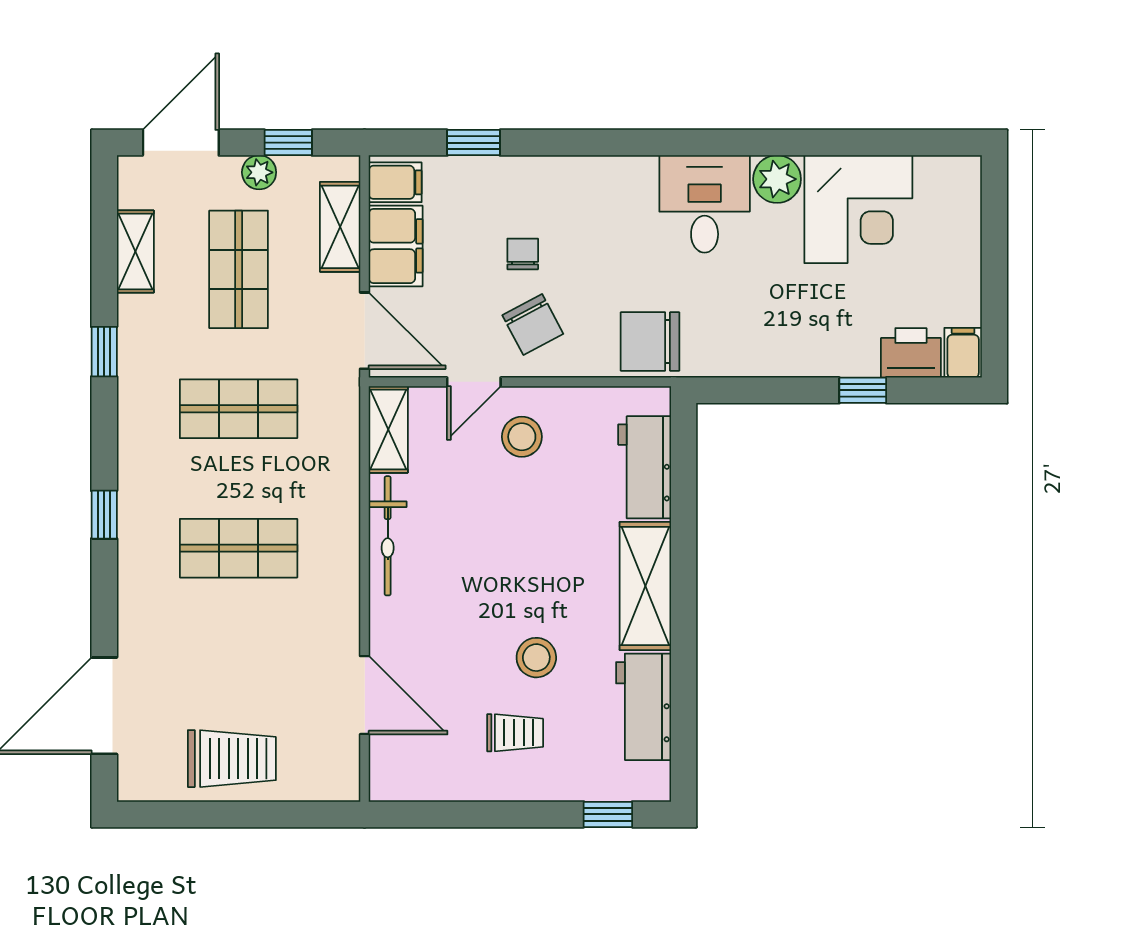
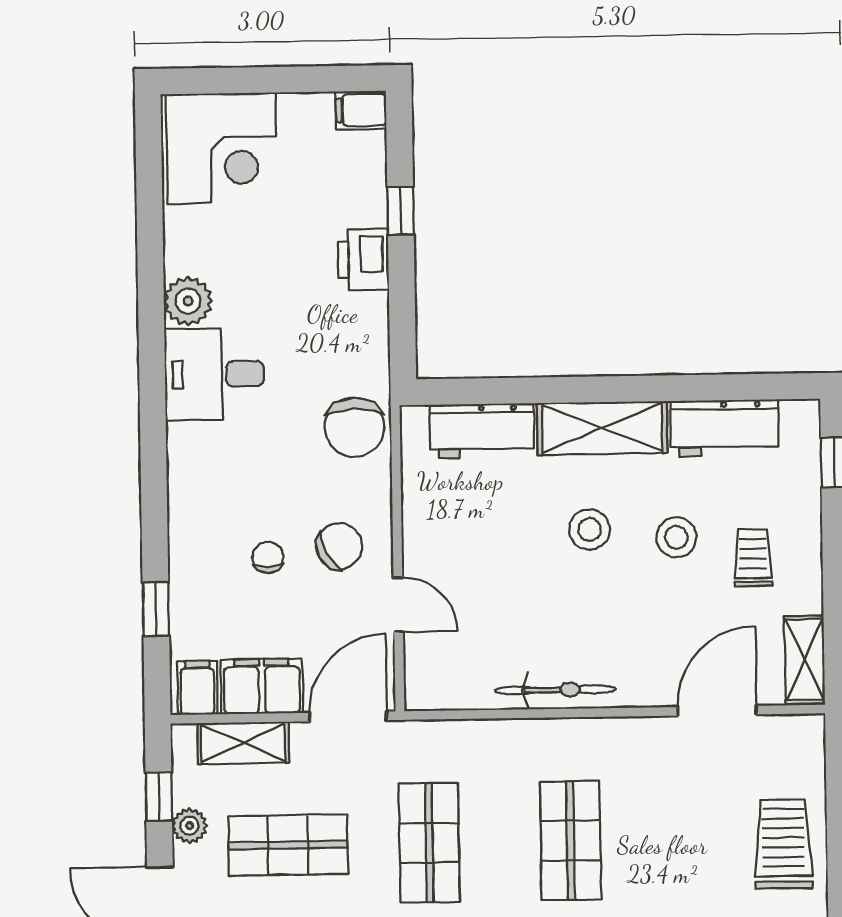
corner desk: (858, 209) -> (221, 148), moved, turned 90
chair: (523, 254) -> (268, 558), turned 90
printer: (911, 353) -> (363, 260), moved
shelving: (388, 429) -> (805, 660), moved, turned 90
stool: (522, 437) -> (590, 530), moved

